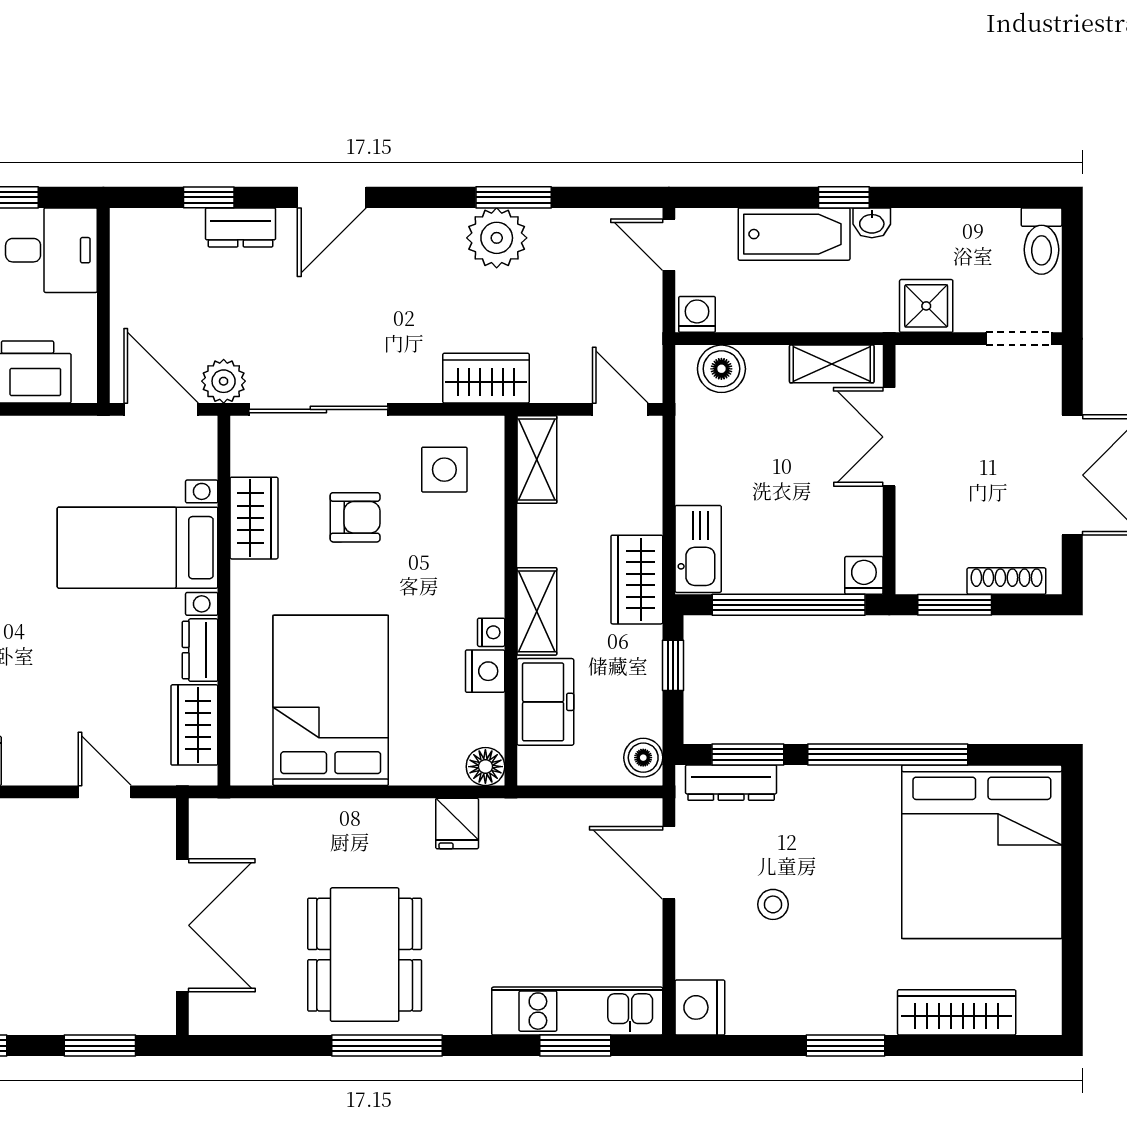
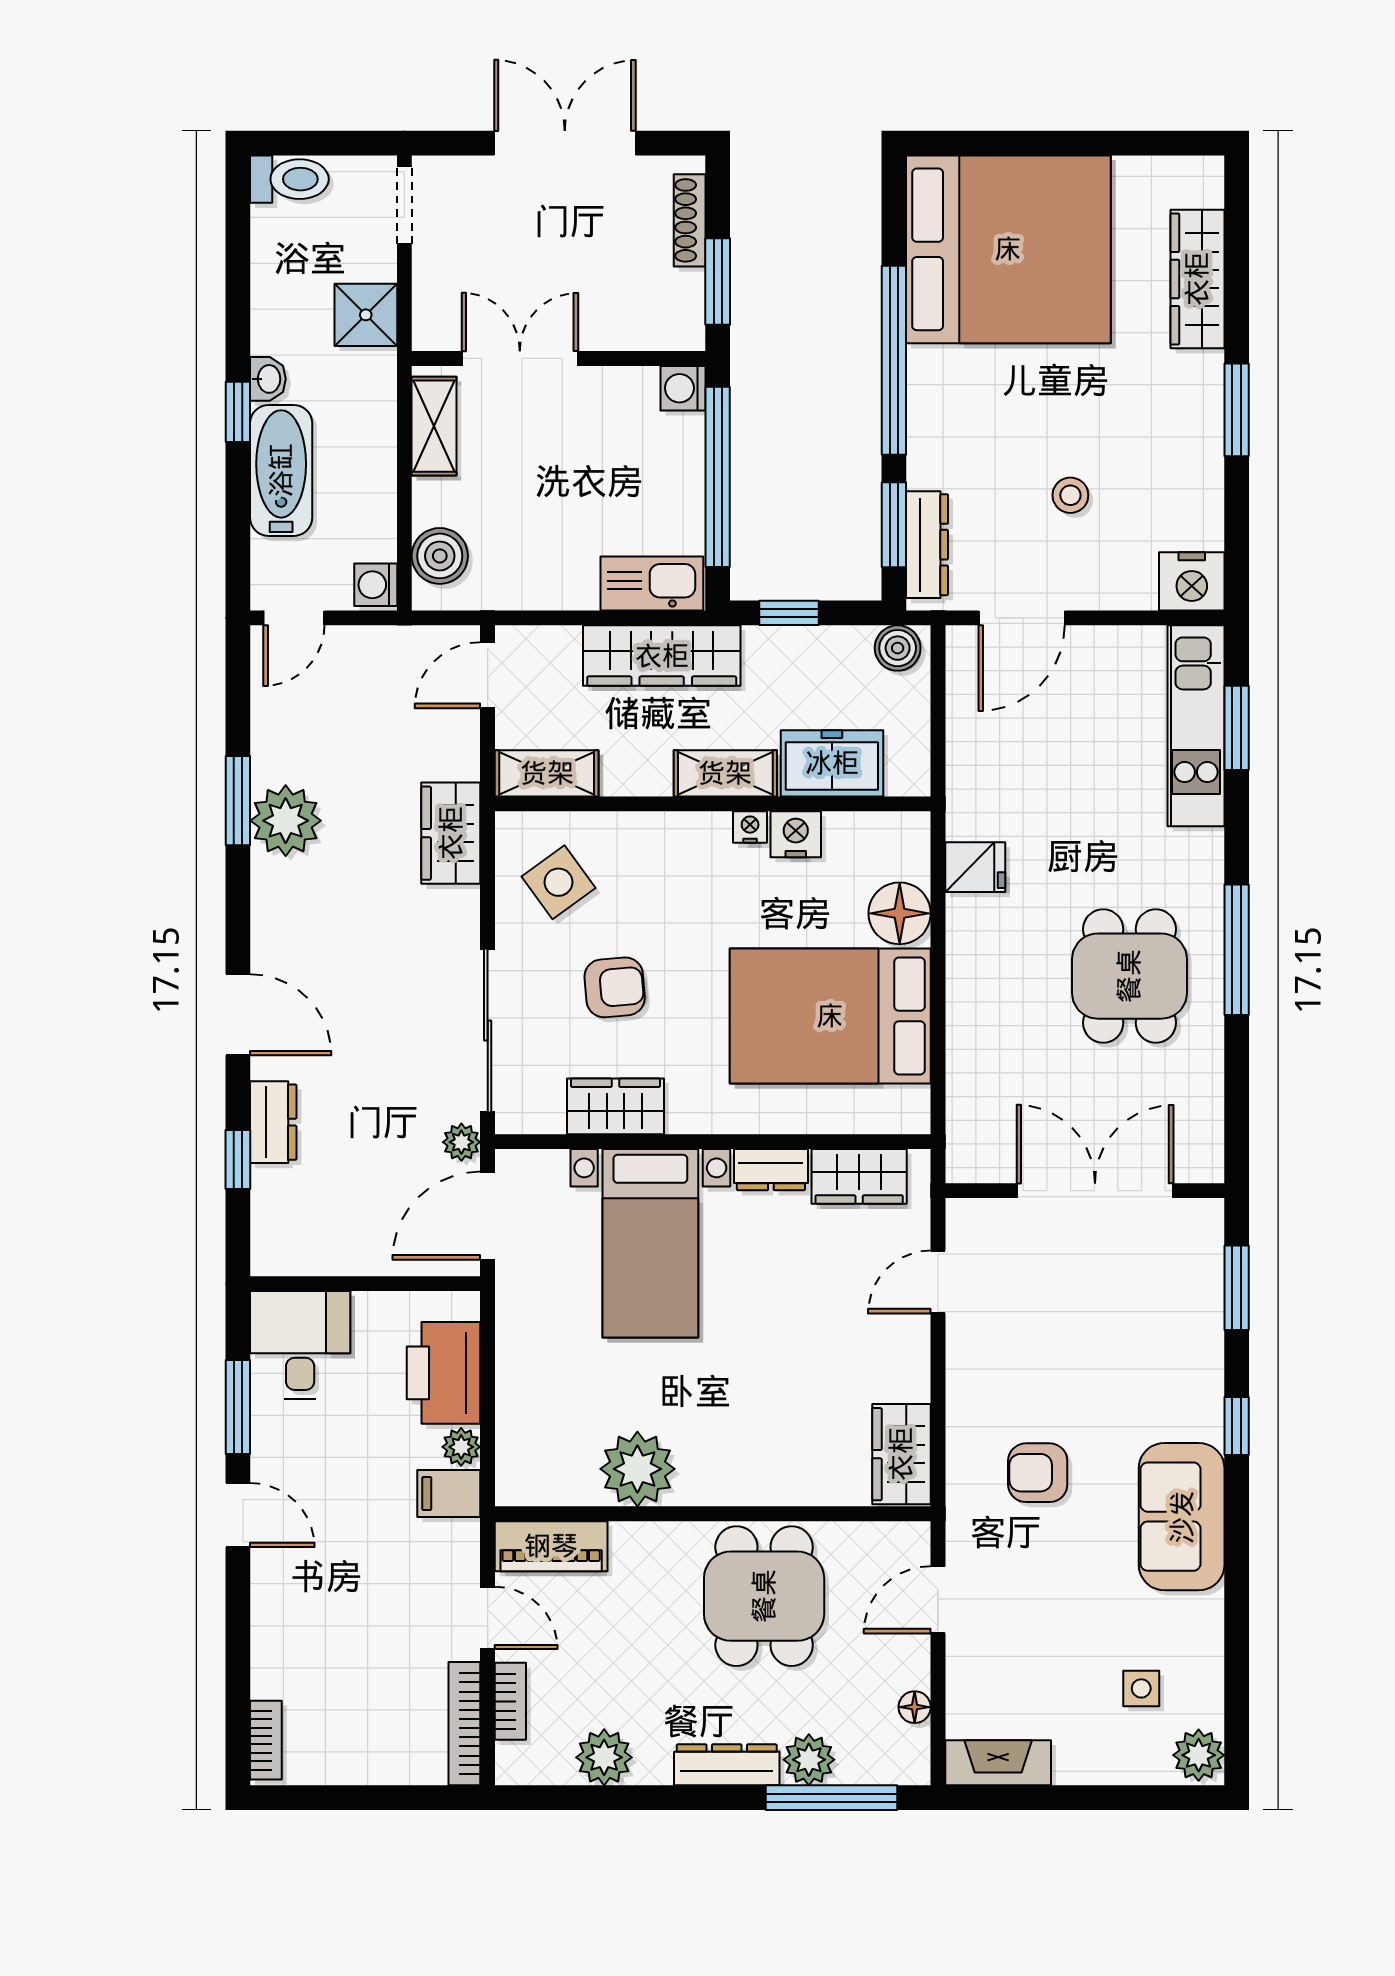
plant: (224, 381) -> (461, 1142), width x0.73, depth x0.73
double door: (889, 437) -> (520, 358), swing flipped
side table: (444, 470) -> (558, 882), turned -36
armchair: (355, 517) -> (615, 987), turned 85
wardrobe: (637, 580) -> (662, 656), width x1.50
floor lamp: (485, 767) -> (900, 913), moved, width x1.38, depth x1.38
dining table: (365, 955) -> (1129, 976), width x0.73

